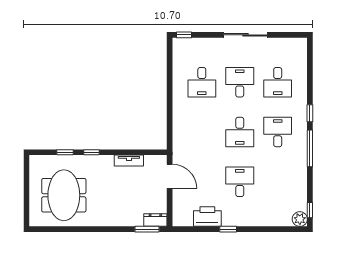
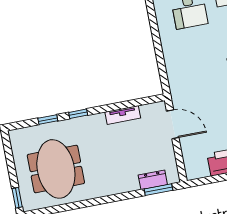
window: (26, 213) -> (17, 198), added
dresser: (155, 220) -> (153, 180), moved

